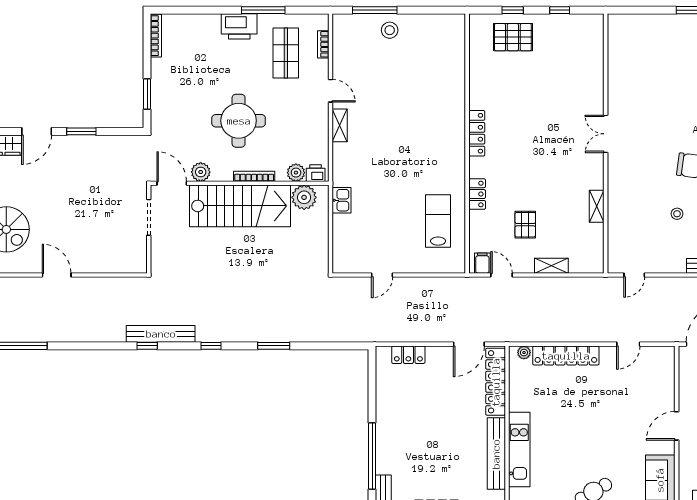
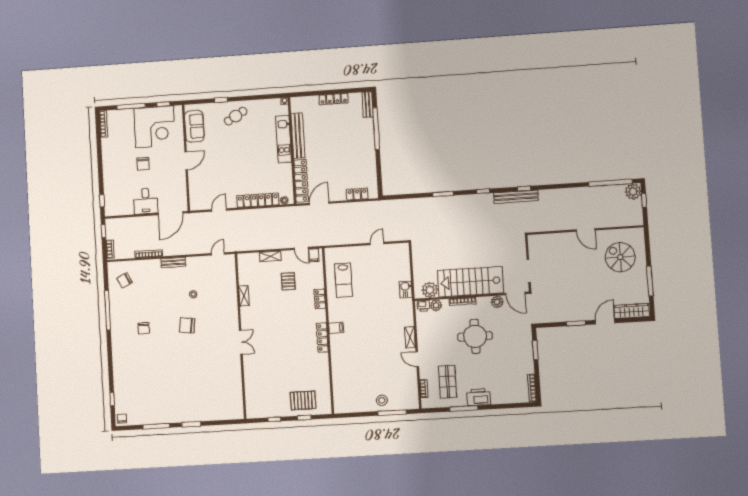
filing cabinet: (454, 147) -> (336, 328), added

